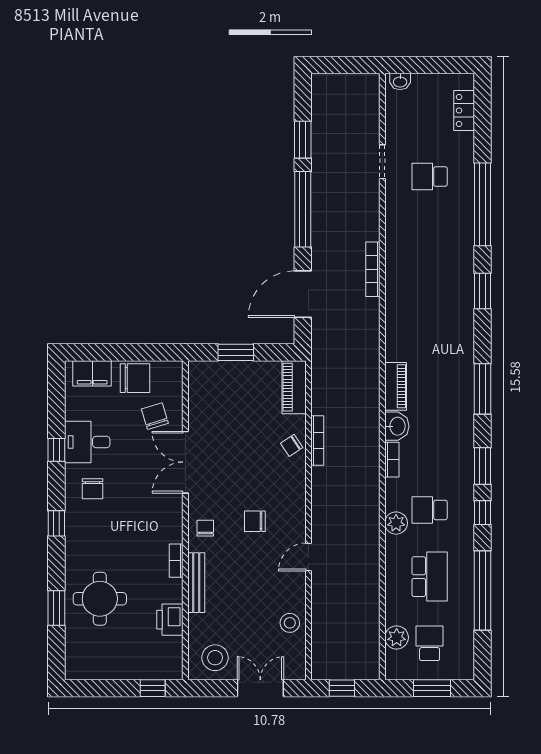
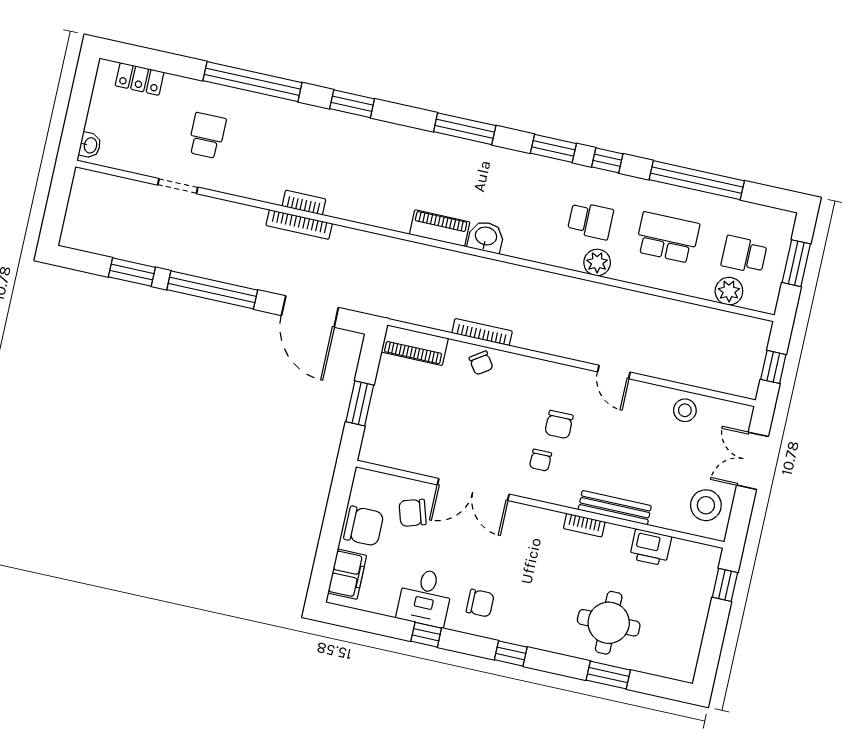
school desk: (430, 176) -> (207, 135), turned 180
chair: (135, 378) -> (364, 526), turned 90
bookcase: (392, 460) -> (304, 203), moved
school desk: (430, 510) -> (591, 221), turned -90
chair: (205, 528) -> (540, 460), moved, turned -90

